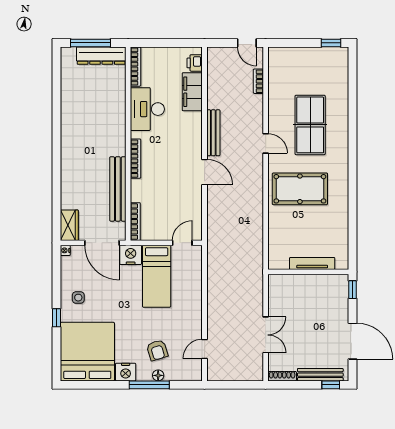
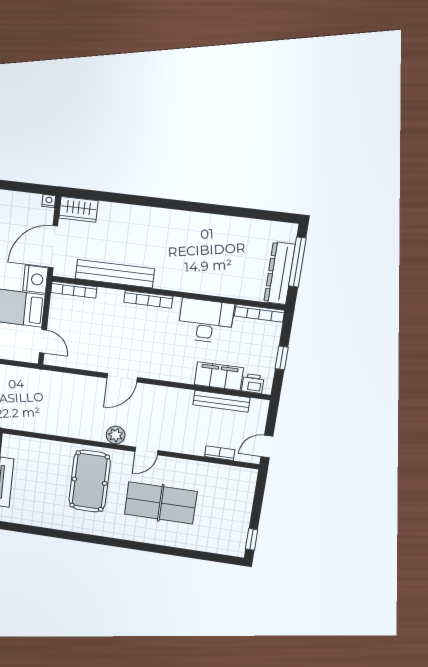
window: (170, 43) -> (282, 358), added
bench: (213, 133) -> (221, 401), moved
plant: (255, 171) -> (116, 435), added

